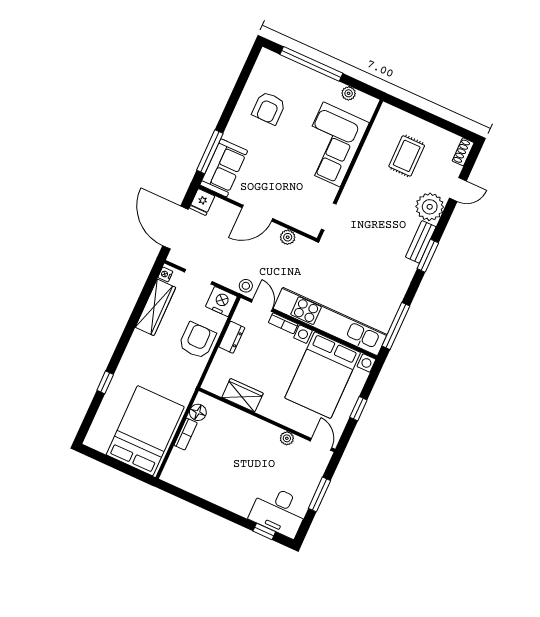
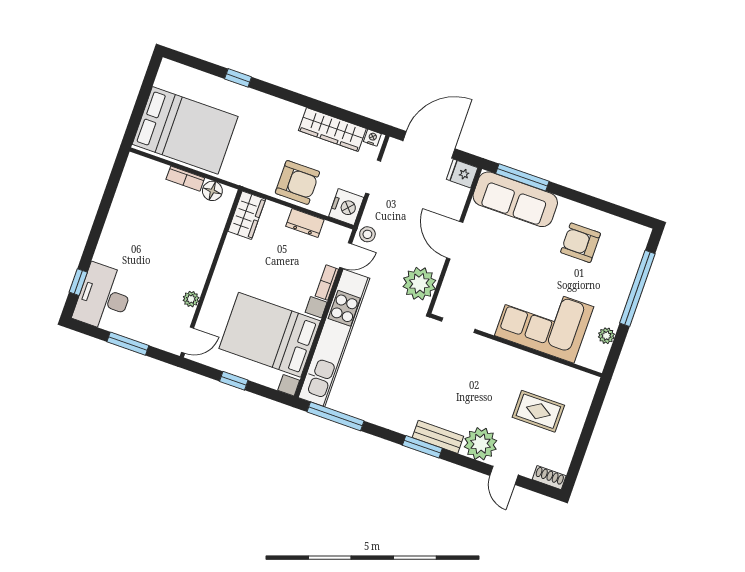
sofa: (224, 168) -> (515, 199), width x1.36
plant: (288, 237) -> (419, 284), width x1.87, depth x1.87
wardrobe: (243, 395) -> (247, 215), moved

